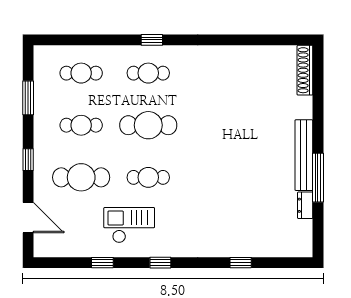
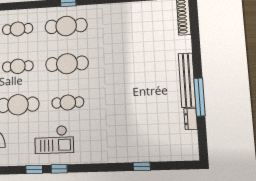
cafe table: (148, 73) -> (66, 26), width x1.37, depth x1.35
checkout: (129, 225) -> (54, 140), turned 180
window: (160, 263) -> (59, 169), moved

